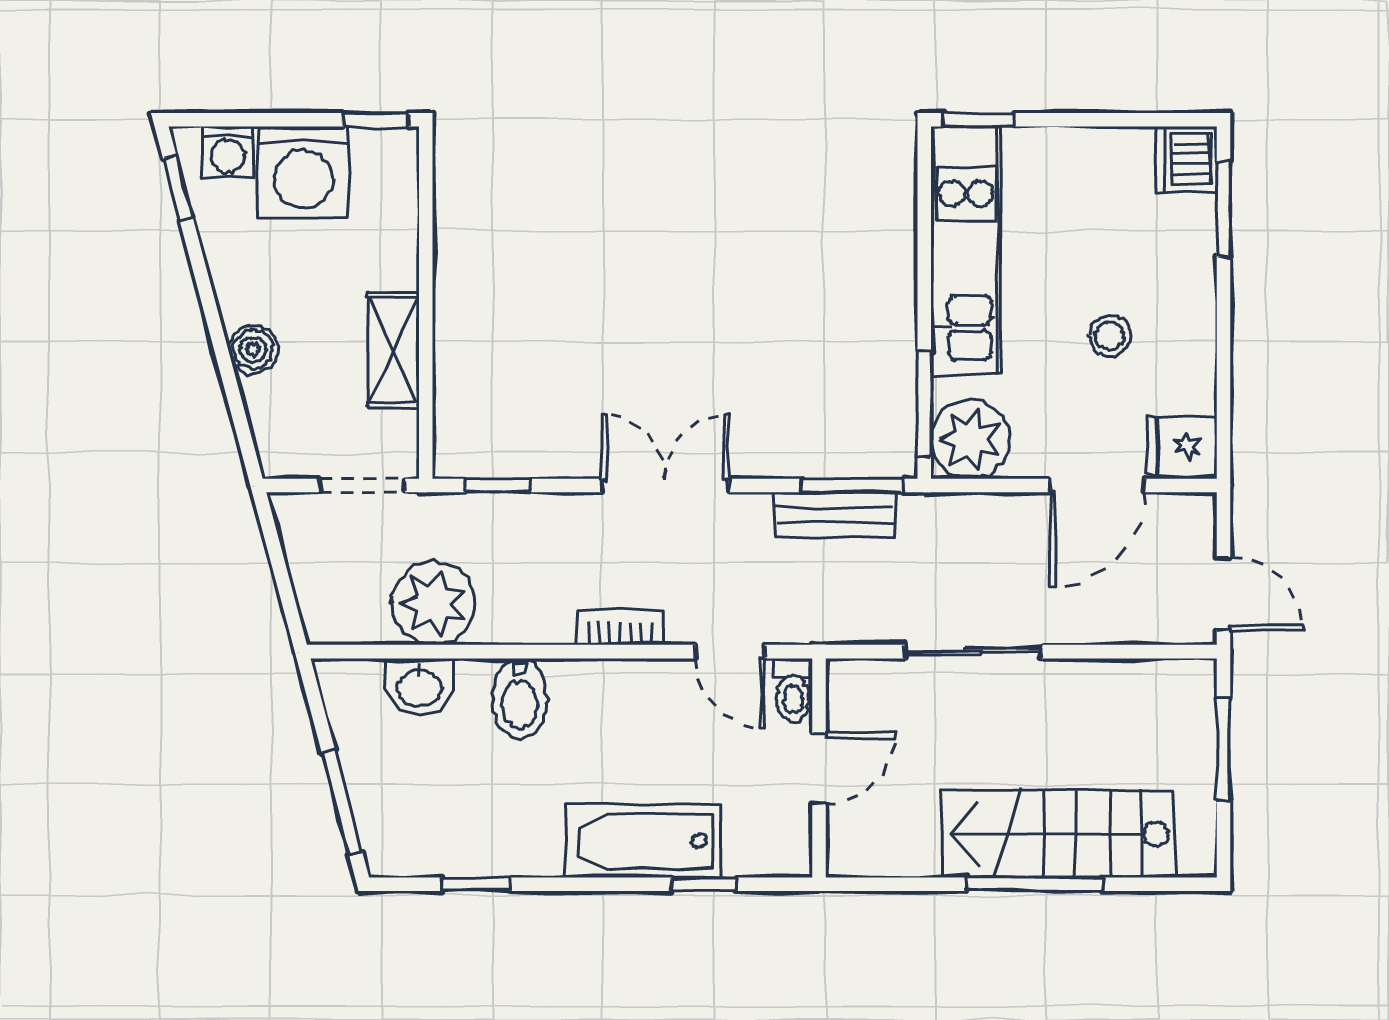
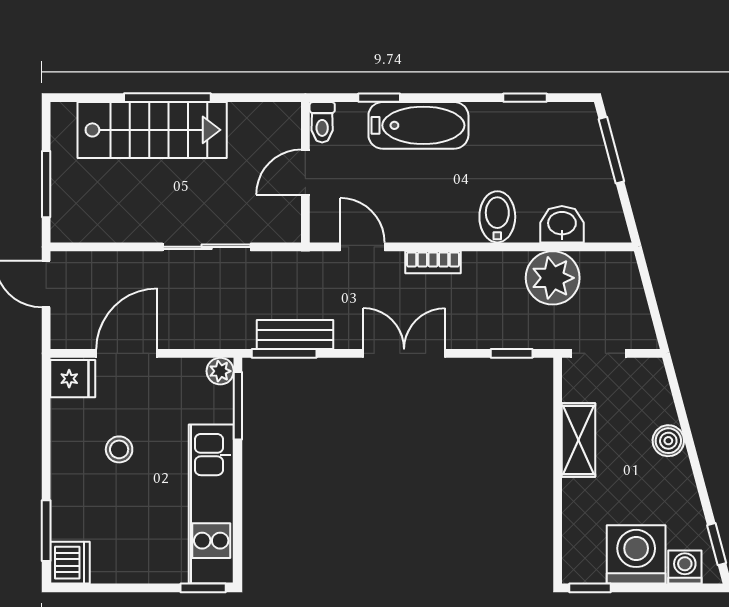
plant: (970, 439) -> (220, 371), width x0.53, depth x0.53
double door: (665, 485) -> (404, 353), swing flipped
toilet: (793, 690) -> (322, 122), moved, turned 180

